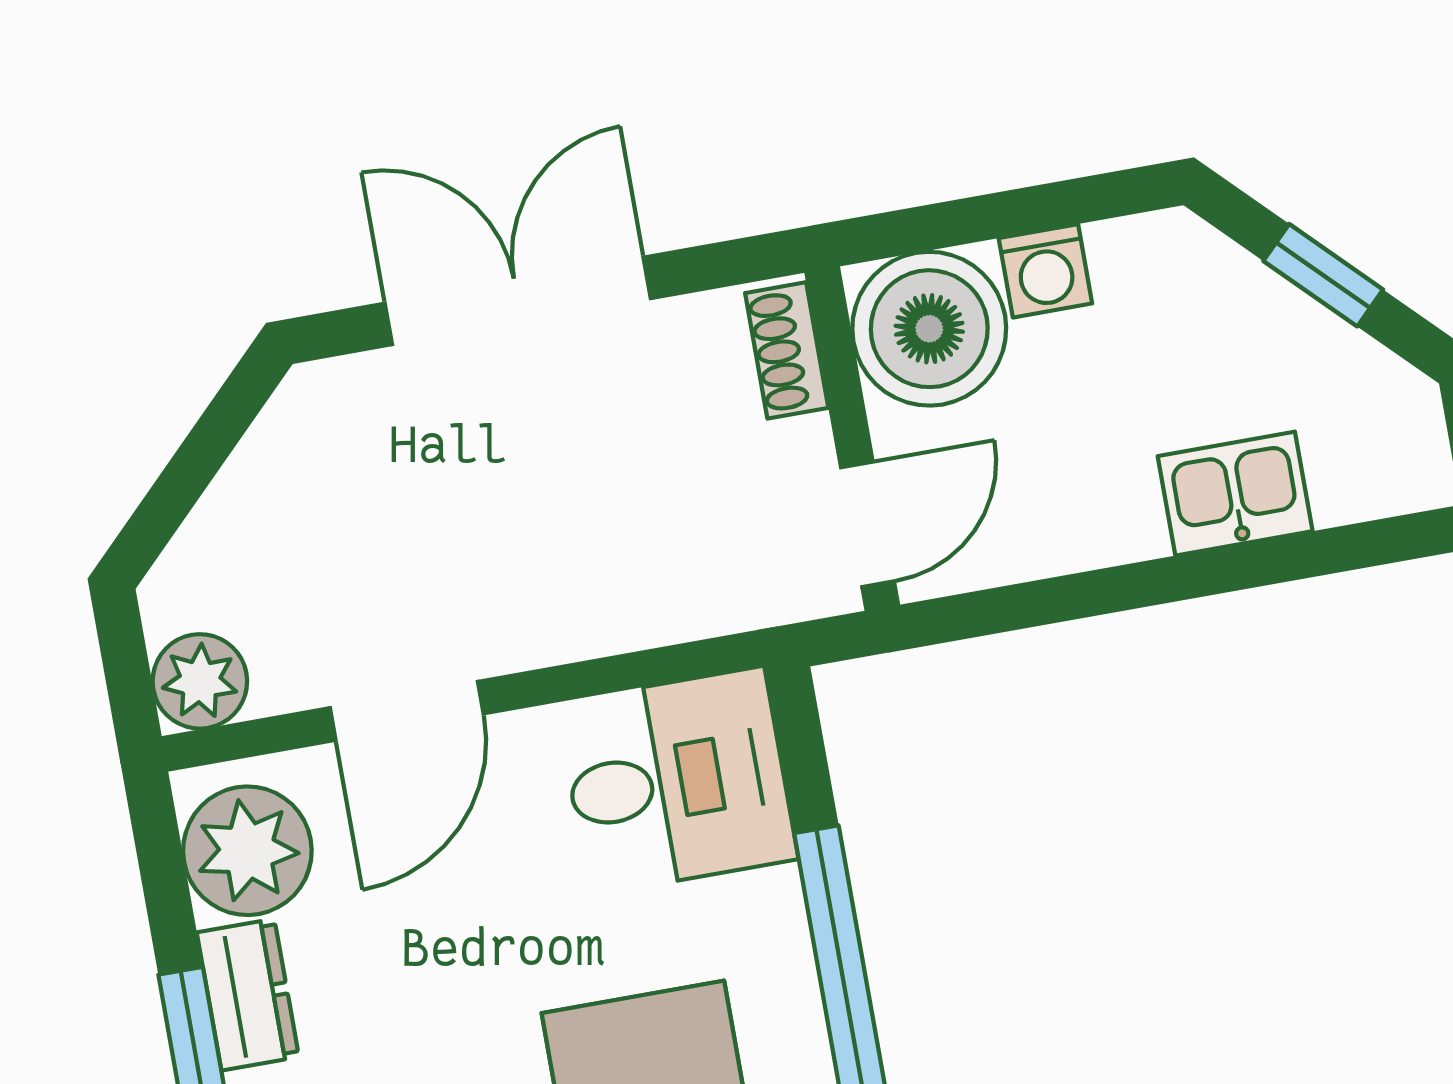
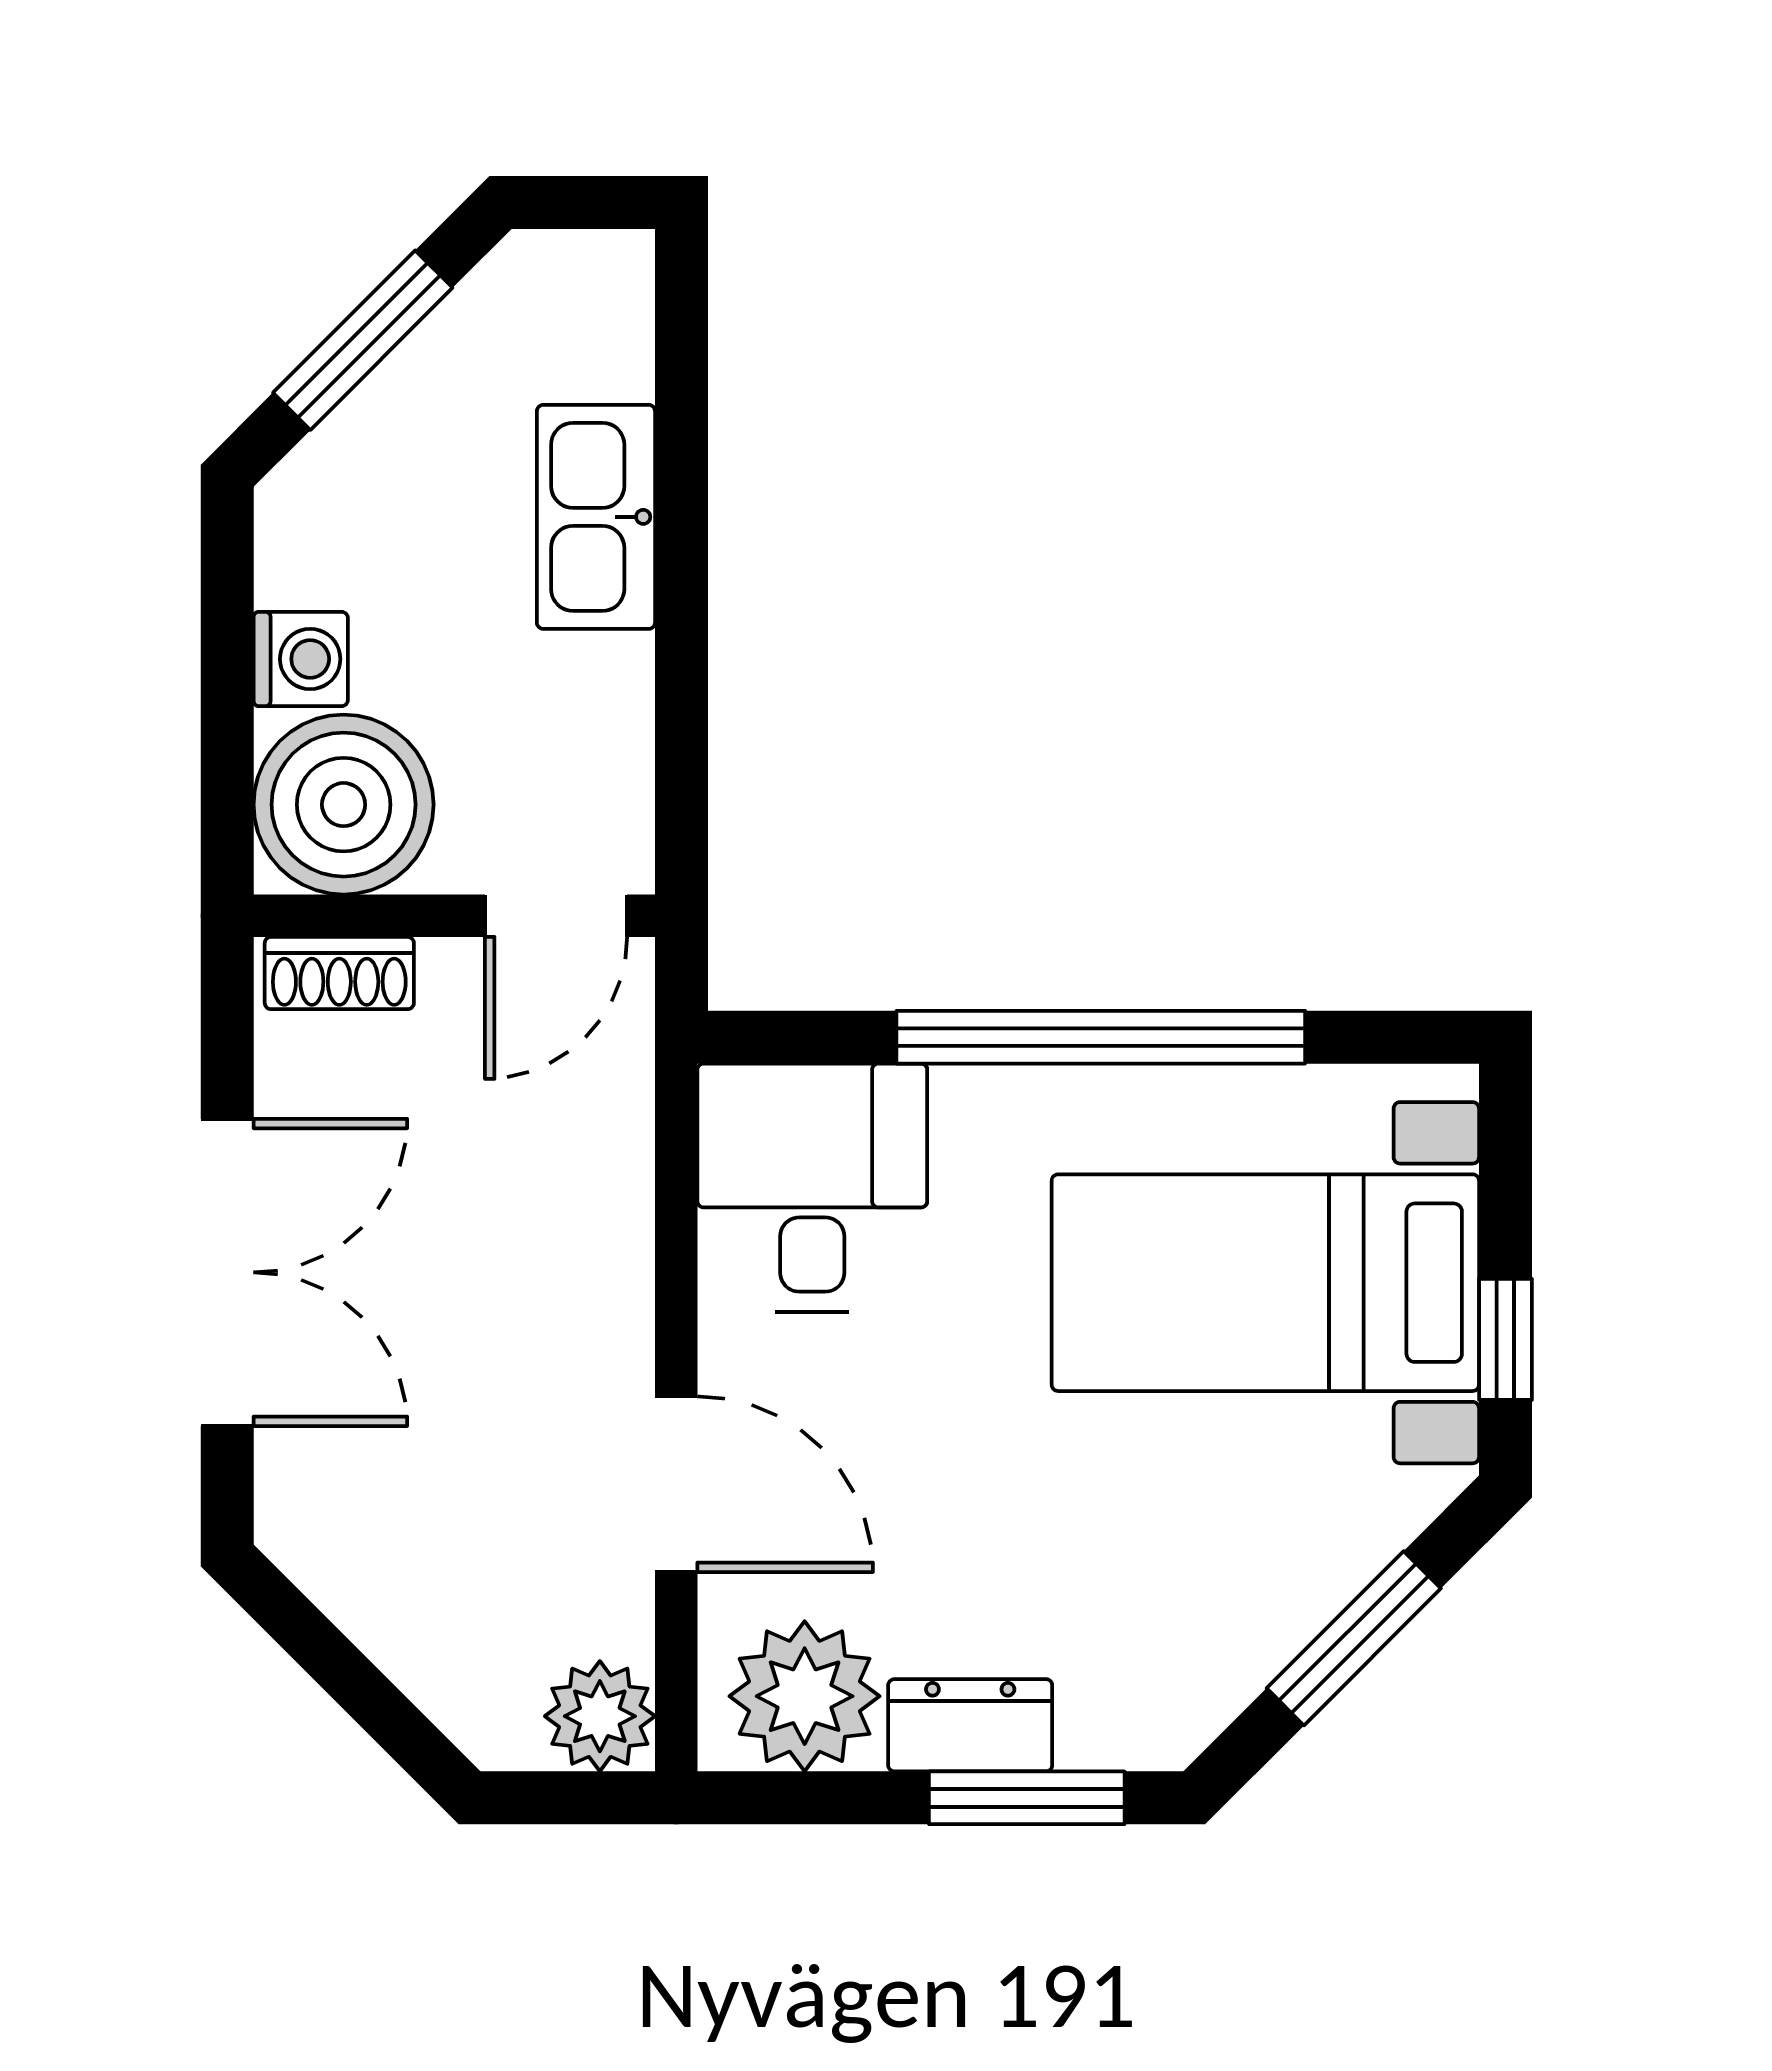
window: (1323, 275) -> (363, 340), width x1.50
double door: (518, 301) -> (227, 1272), swing flipped
kitchen sink: (1235, 494) -> (596, 517), width x1.38
door: (868, 524) -> (556, 916), swing flipped

